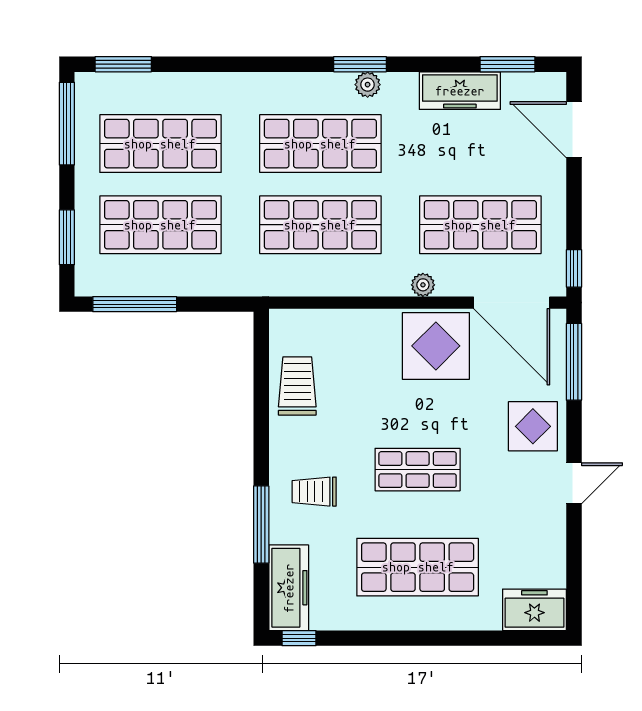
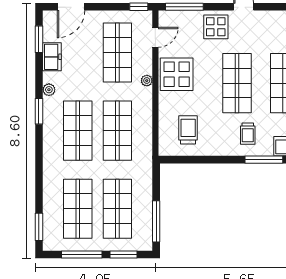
plant: (368, 85) -> (49, 90), moved
freezer: (460, 91) -> (52, 57), width x0.71
window: (67, 124) -> (82, 255), moved
door: (512, 303) -> (155, 37), width x0.53
trolley: (297, 386) -> (188, 130), moved, turned 90
shop shelf: (418, 470) -> (237, 83), width x1.43, depth x1.36

